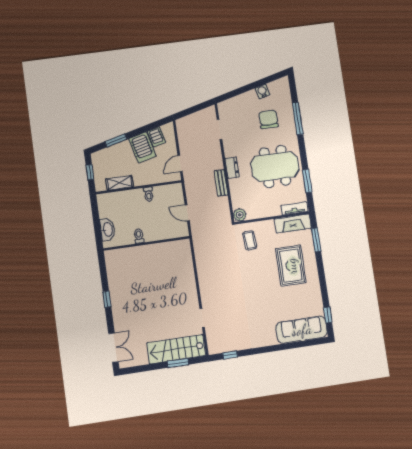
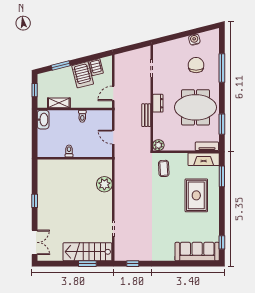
washbasin: (108, 229) -> (43, 120), moved
plant: (185, 268) -> (104, 184), added

